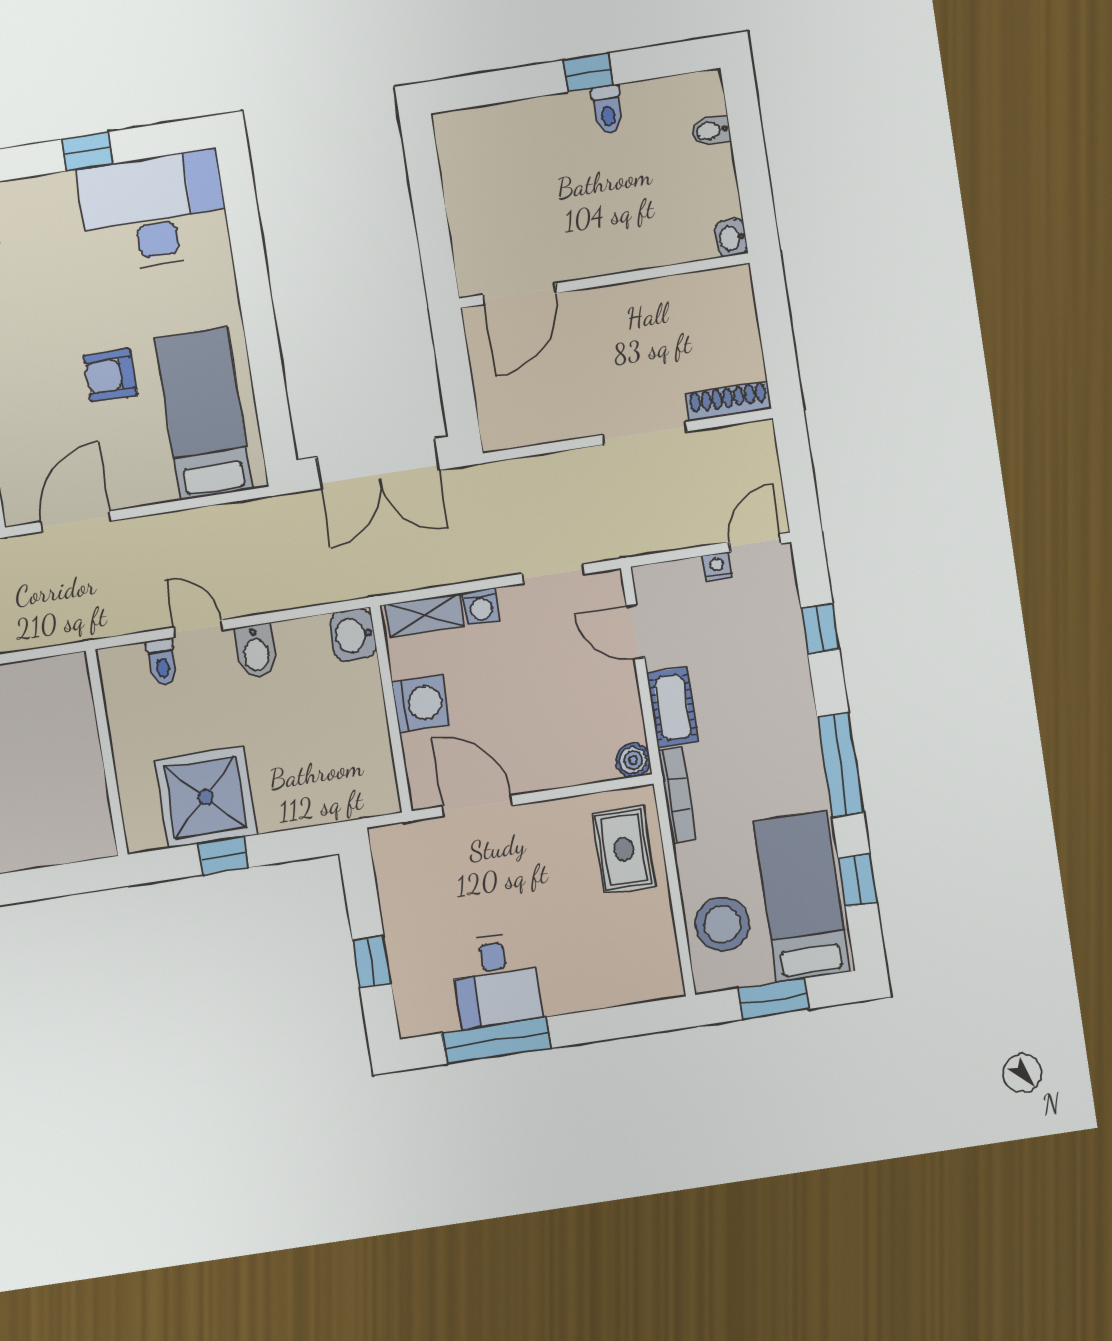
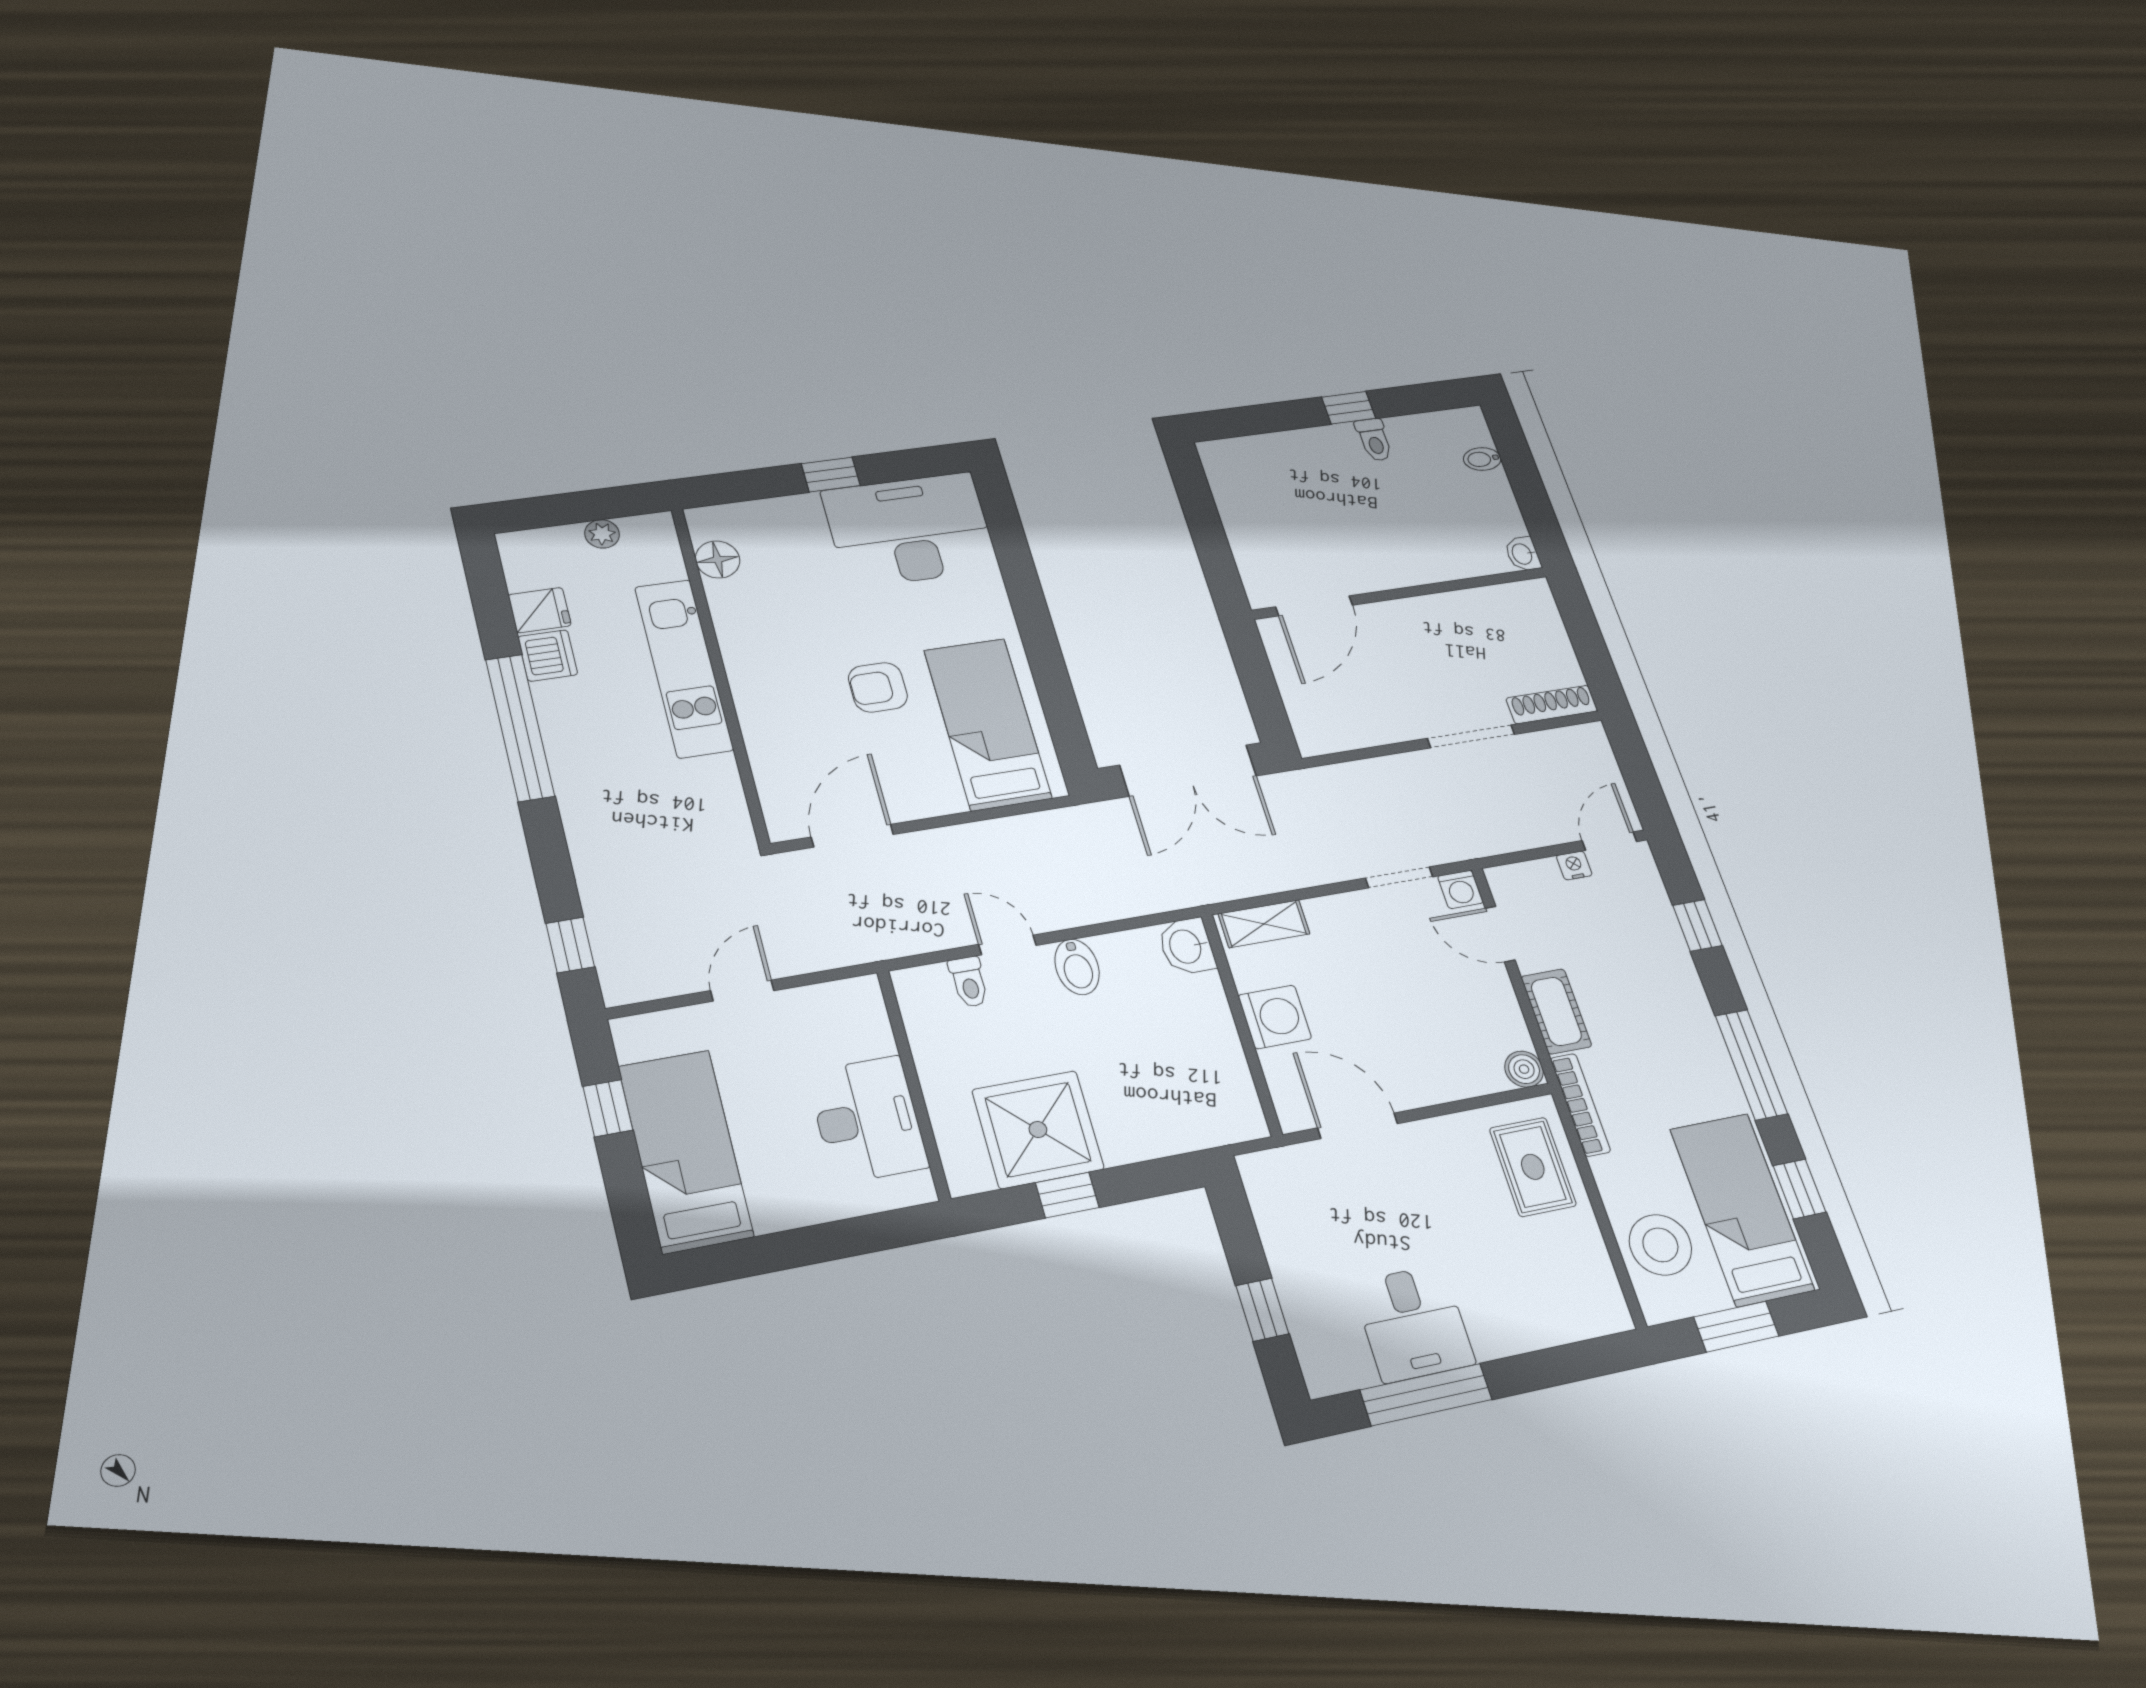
washing machine: (481, 607) -> (1460, 889), moved
desk: (66, 782) -> (867, 1120), added

